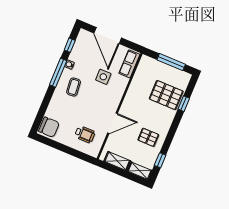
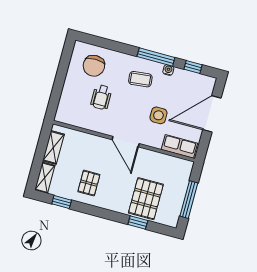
door: (112, 123) -> (126, 142), moved
chair: (49, 127) -> (94, 66), moved
wheelchair: (85, 134) -> (101, 97), moved

